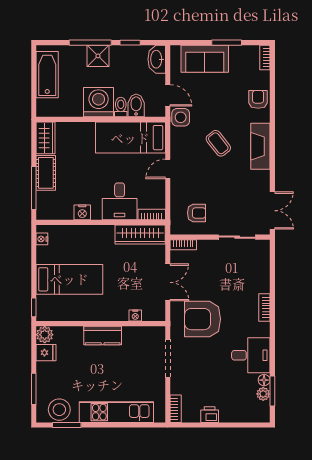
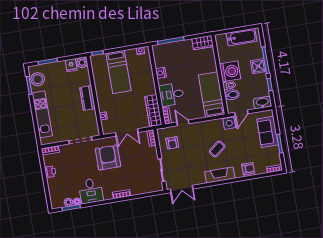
door: (168, 169) -> (183, 123), moved
cot: (46, 173) -> (181, 46), removed

